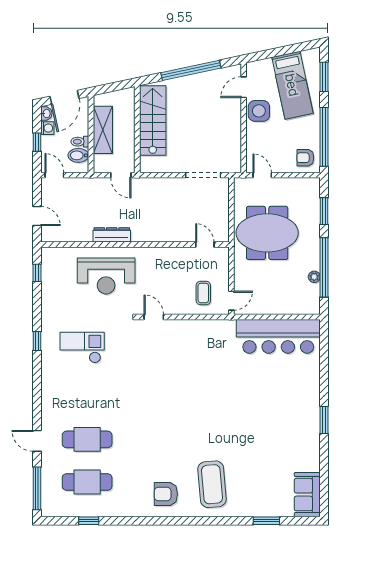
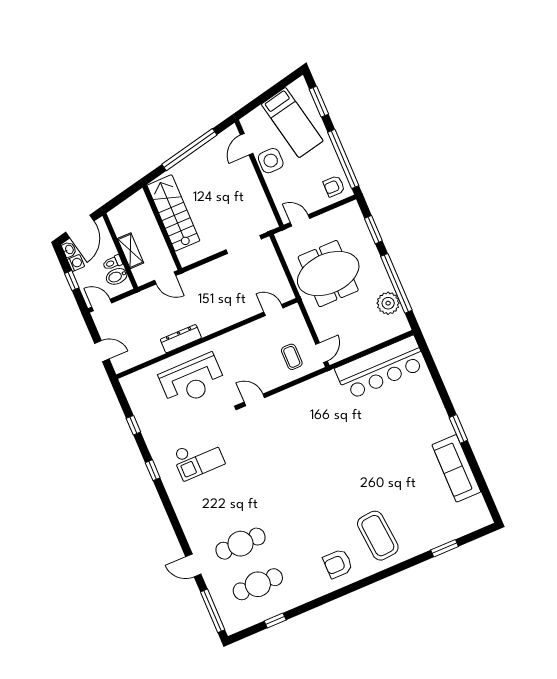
shelving: (103, 130) -> (131, 251), width x0.67, depth x0.75
window: (37, 273) -> (133, 425), moved
plant: (314, 277) -> (388, 303), width x1.88, depth x1.88
checkout: (82, 348) -> (198, 458), turned 180
sofa: (307, 495) -> (456, 468), moved, width x1.36

